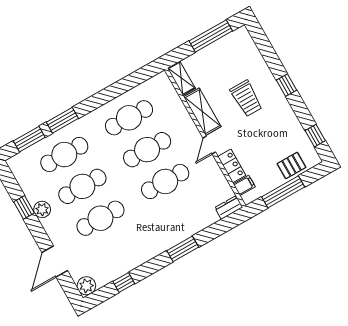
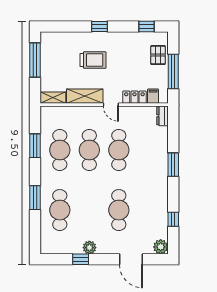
window: (29, 139) -> (35, 146), moved
cafe table: (82, 186) -> (89, 210), removed

